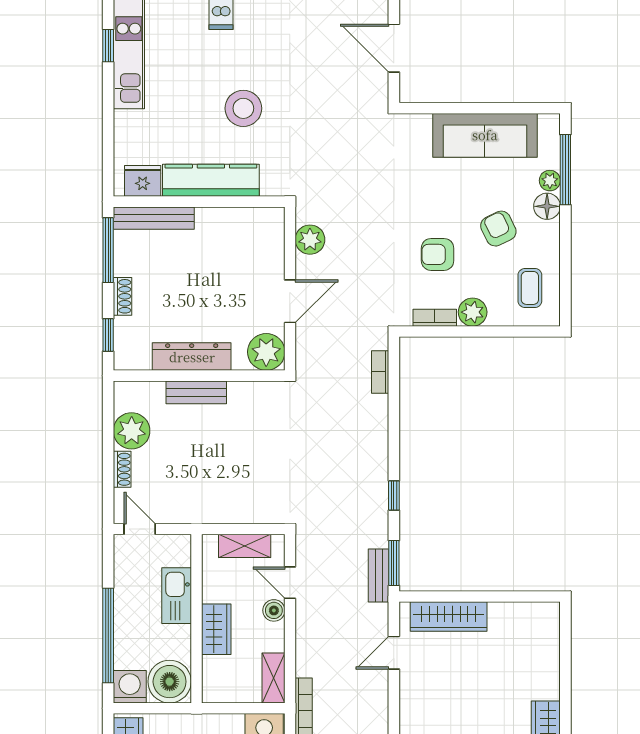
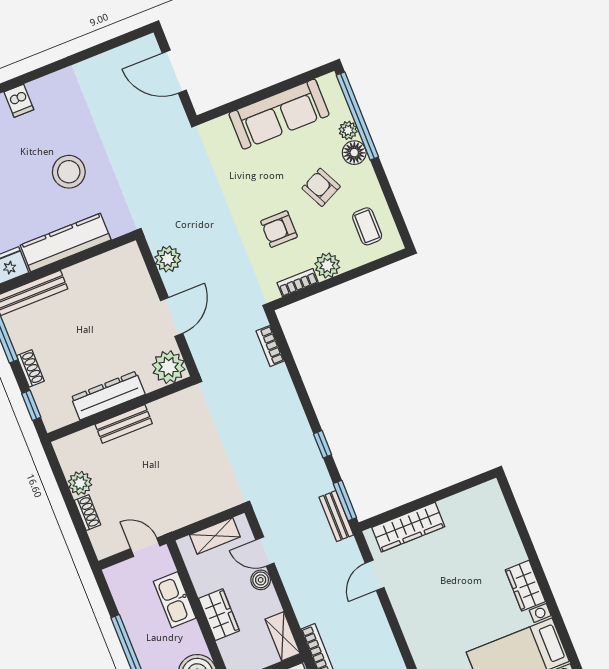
window: (565, 170) -> (357, 116), width x1.46
plant: (132, 431) -> (80, 483), width x0.73, depth x0.73
door: (140, 529) -> (145, 547), moved

